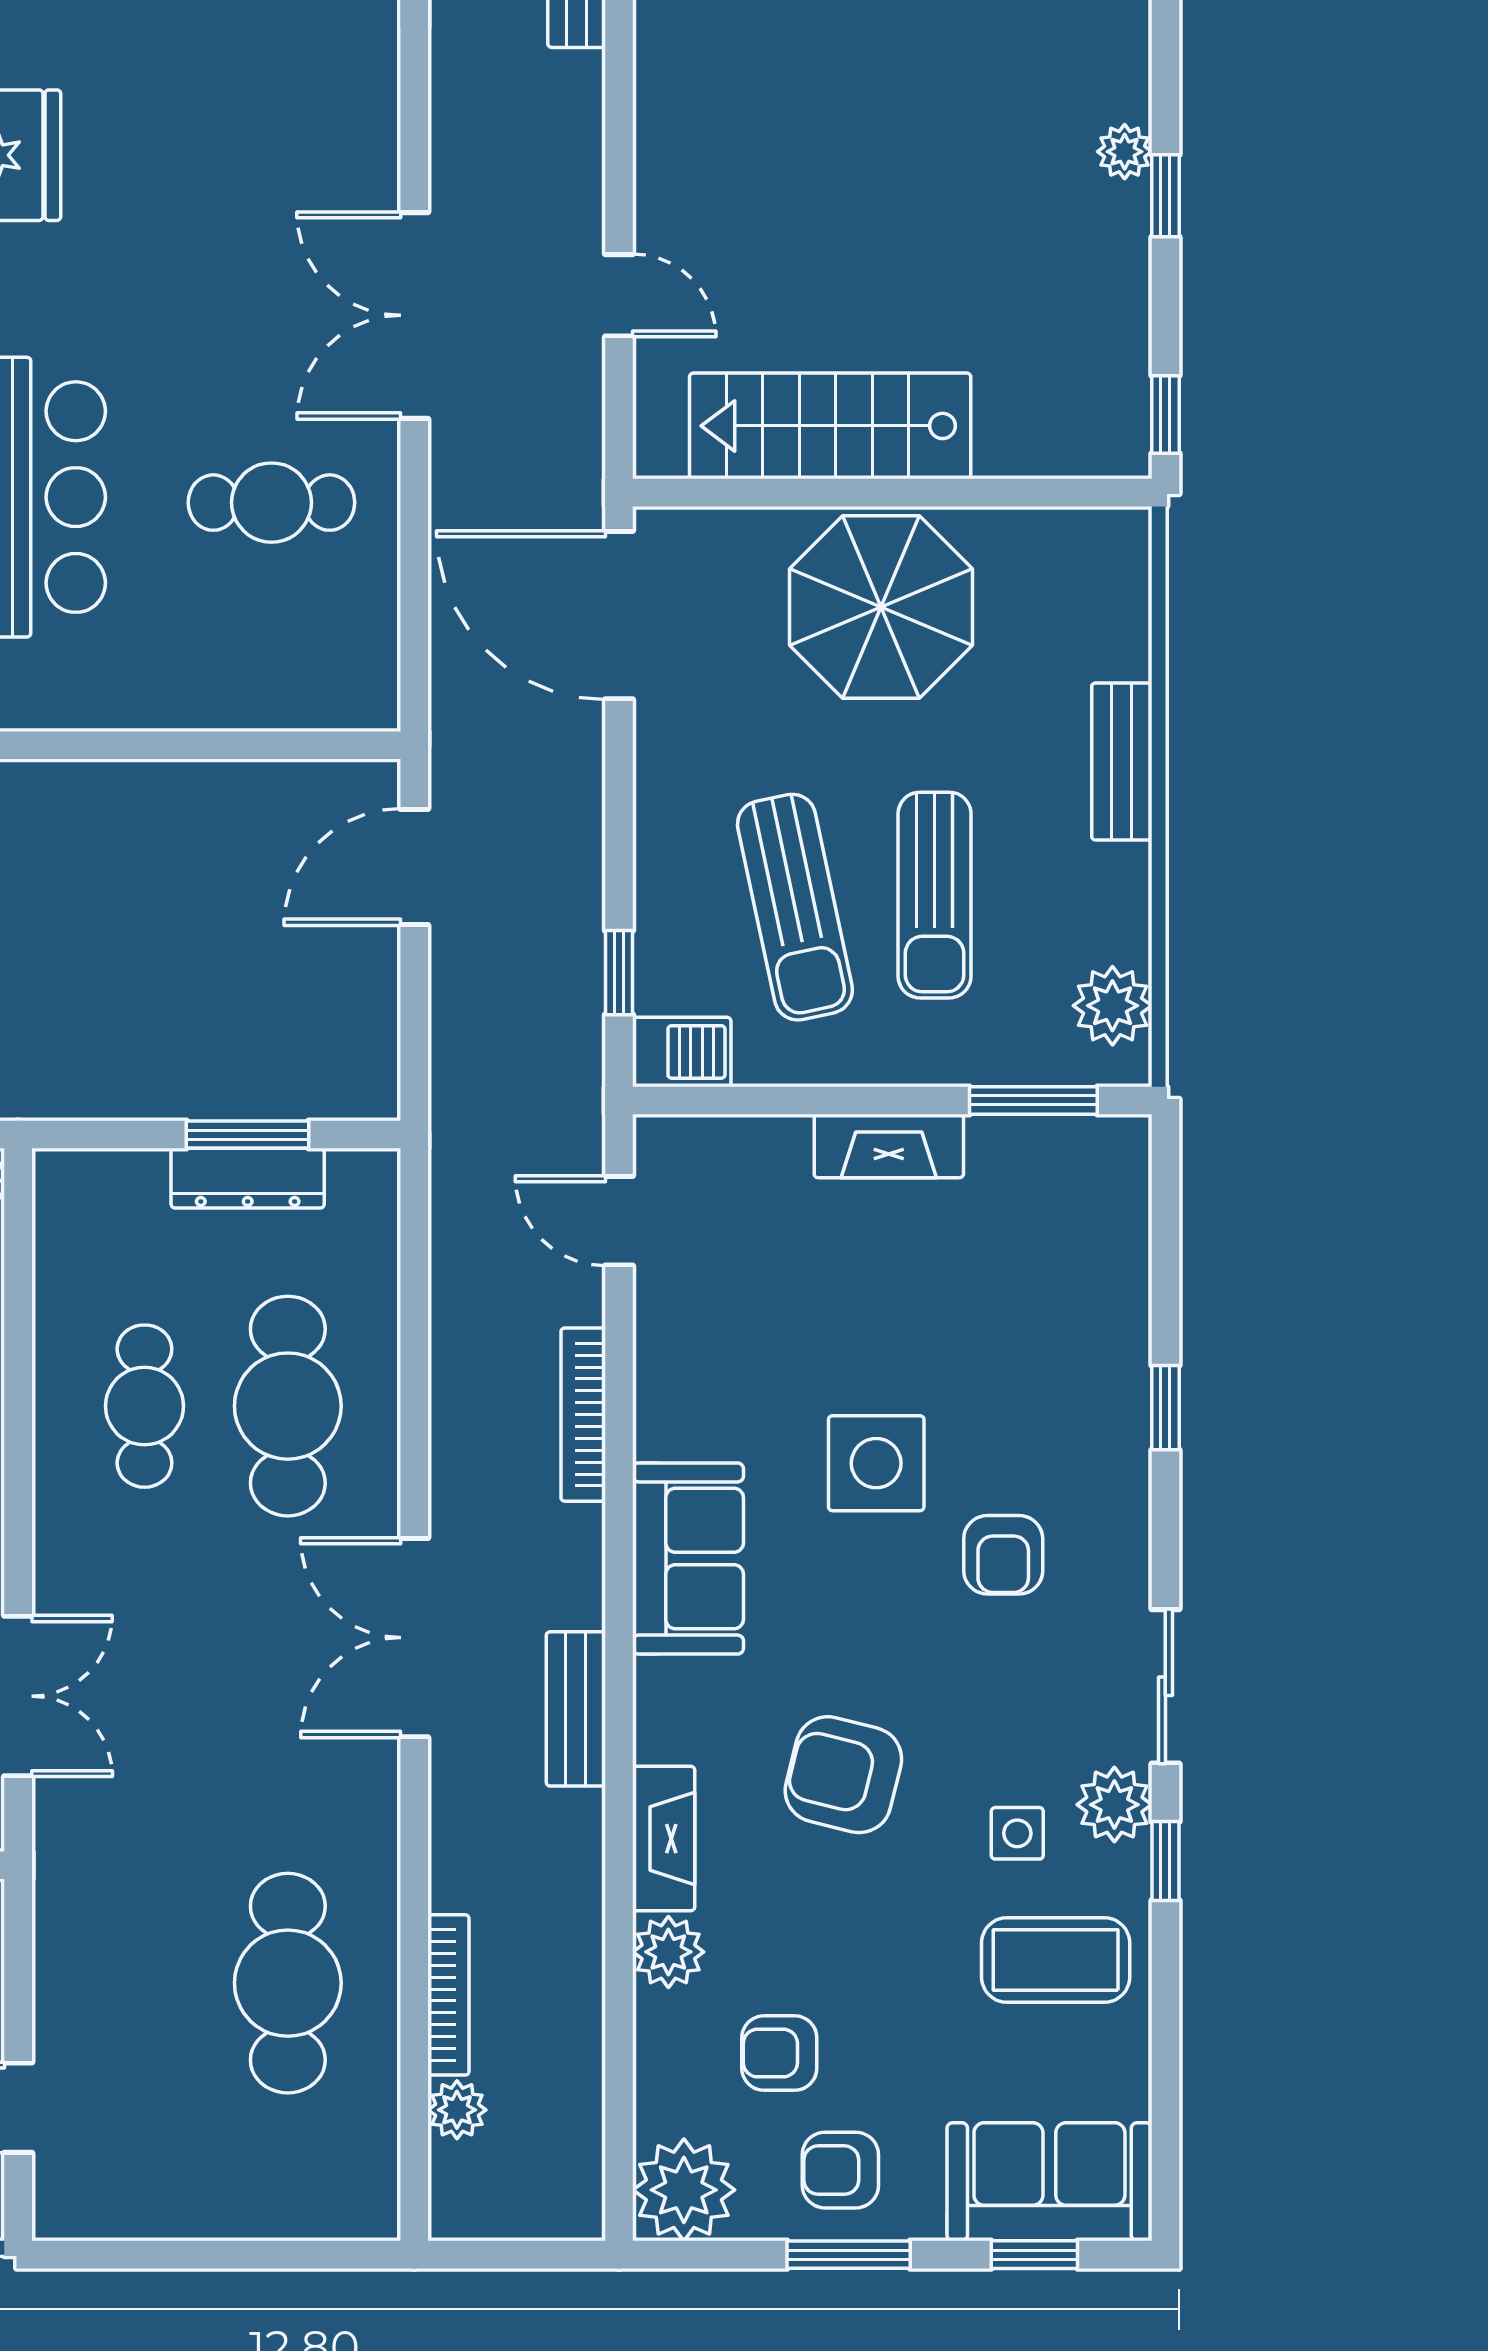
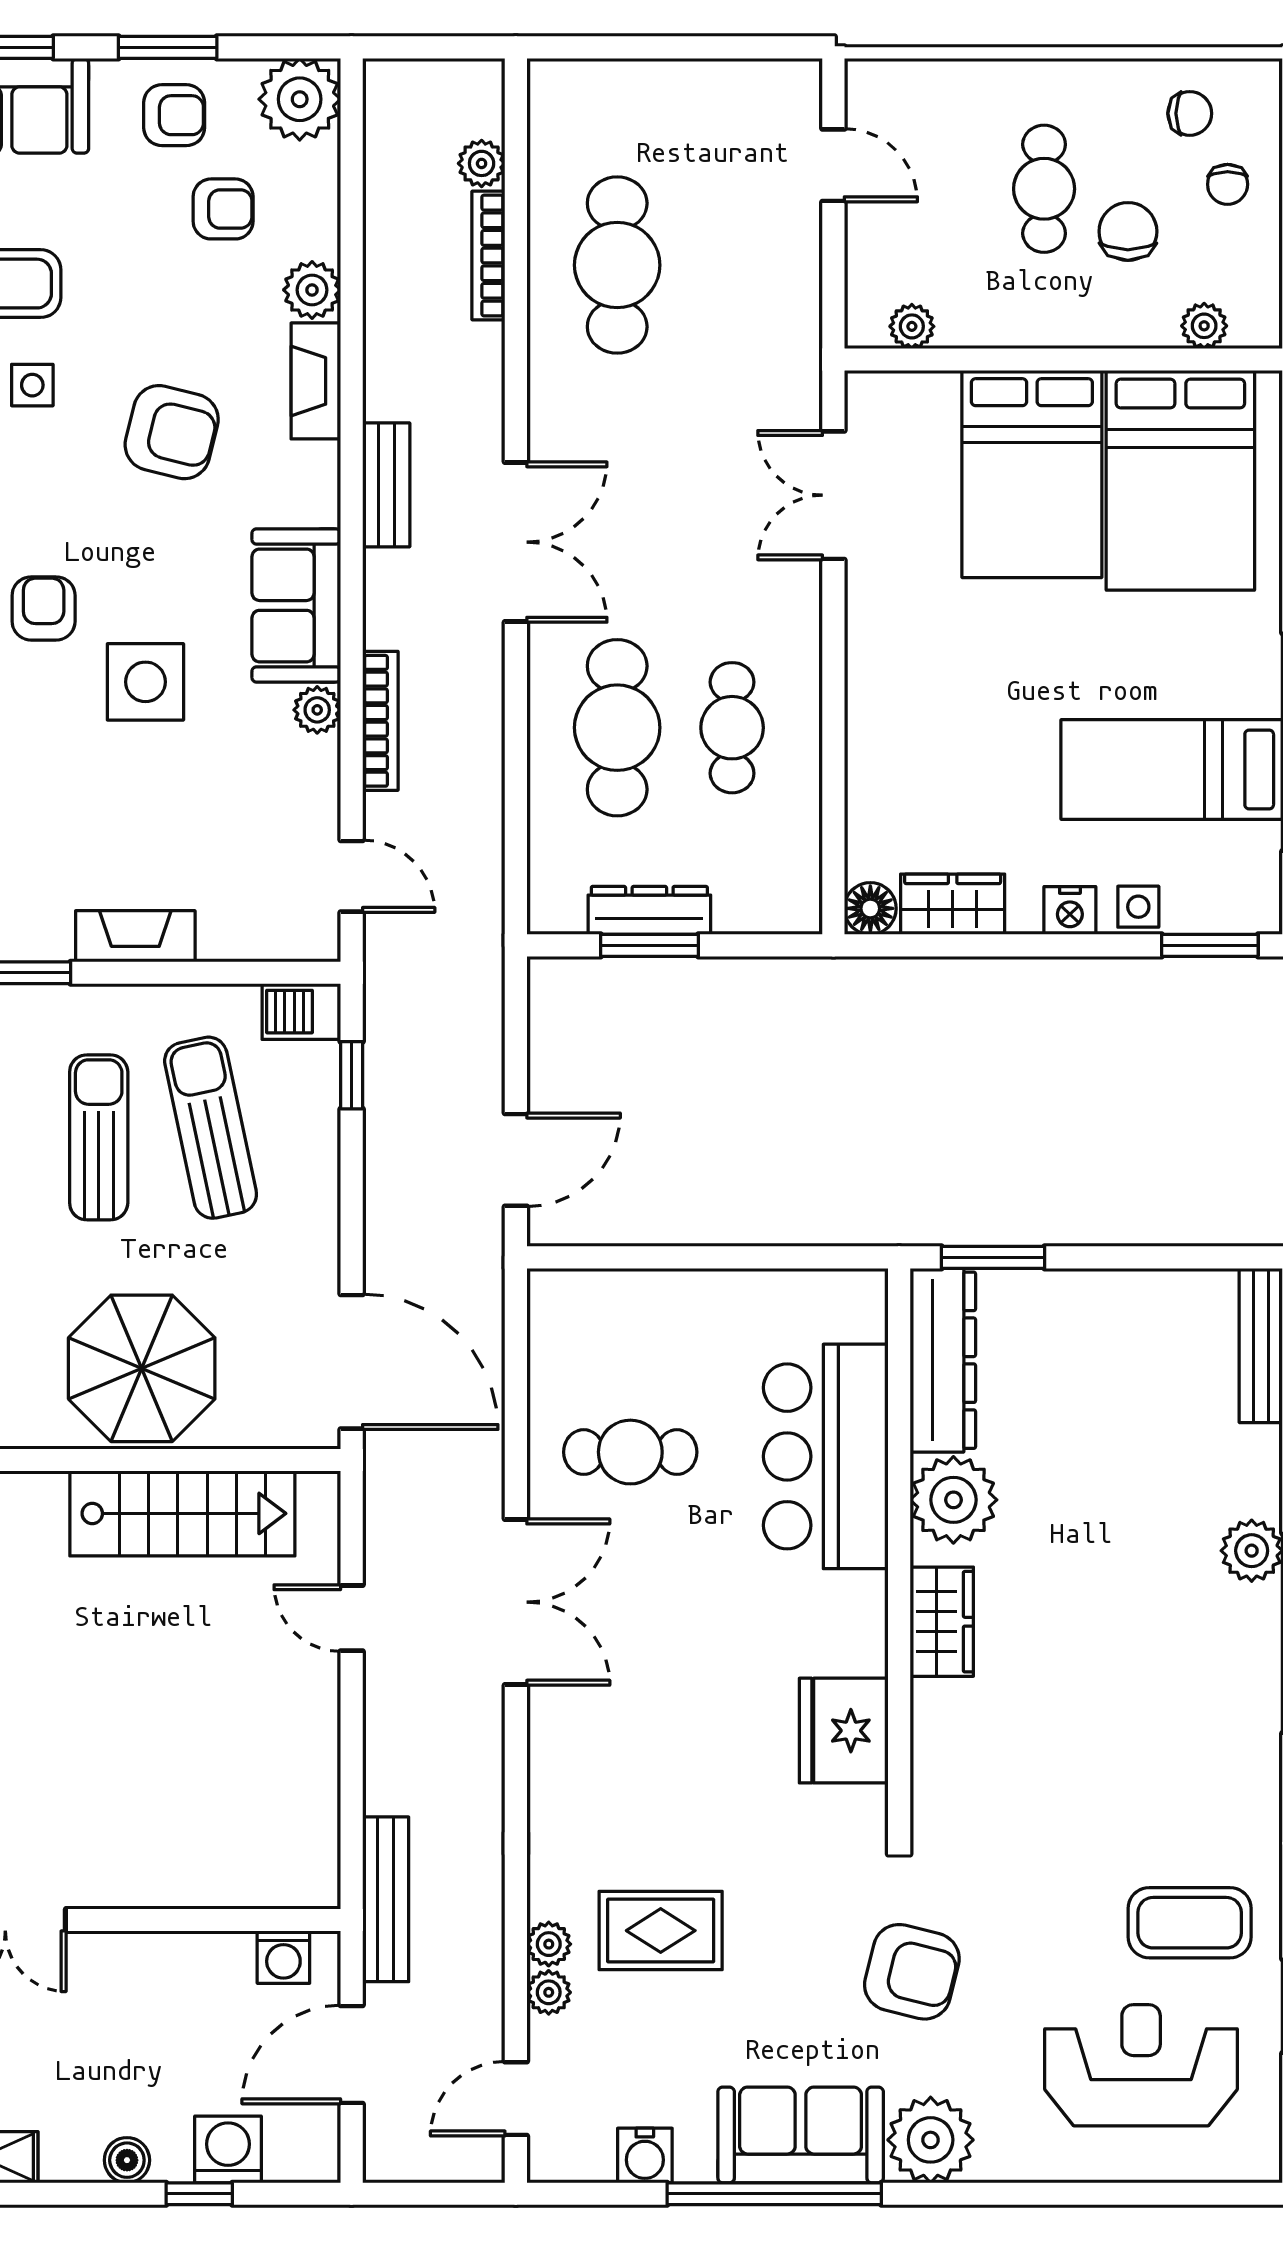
plant: (662, 1428) -> (317, 710), added

